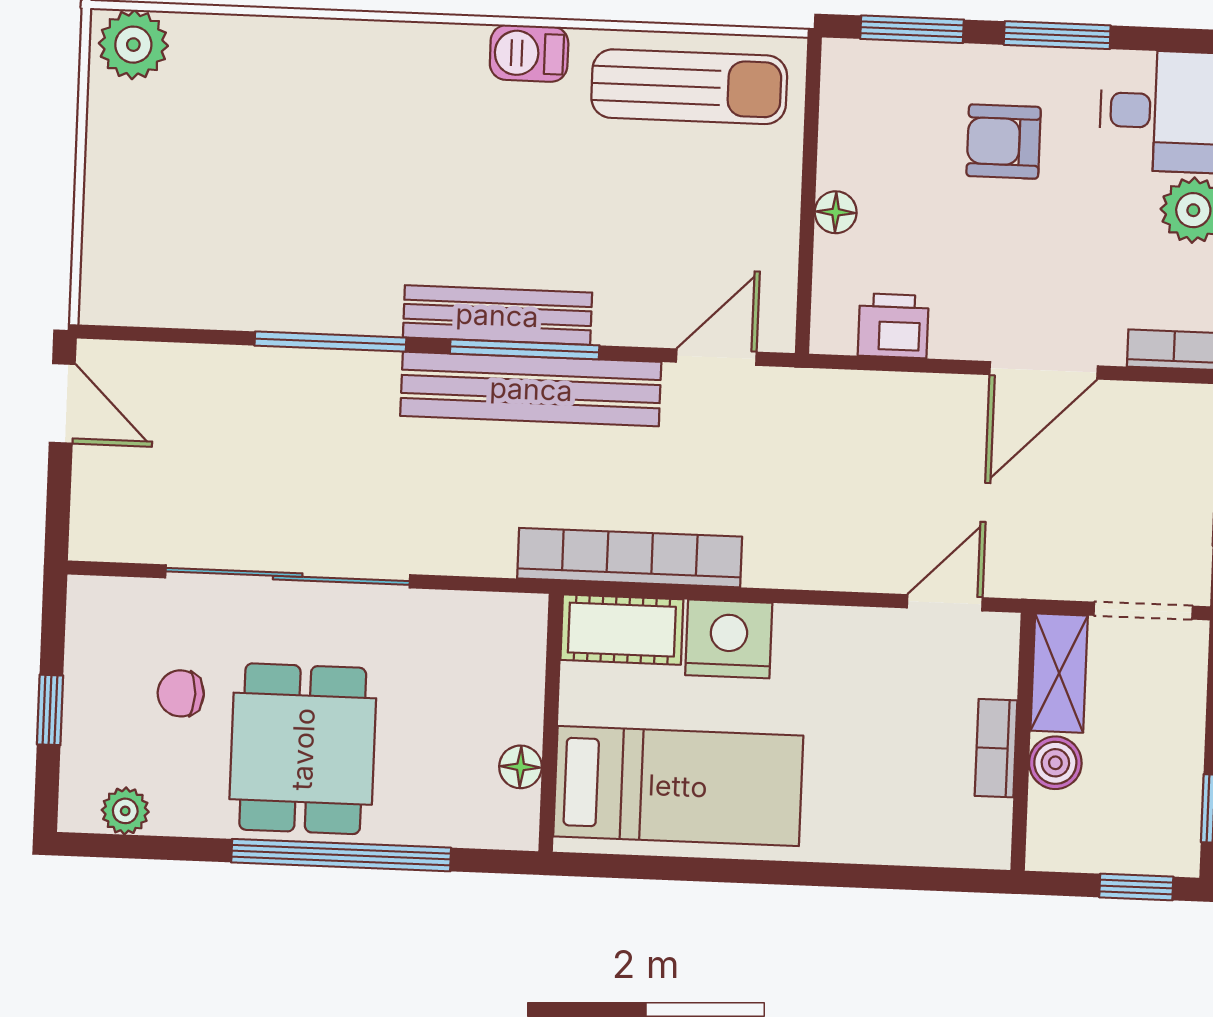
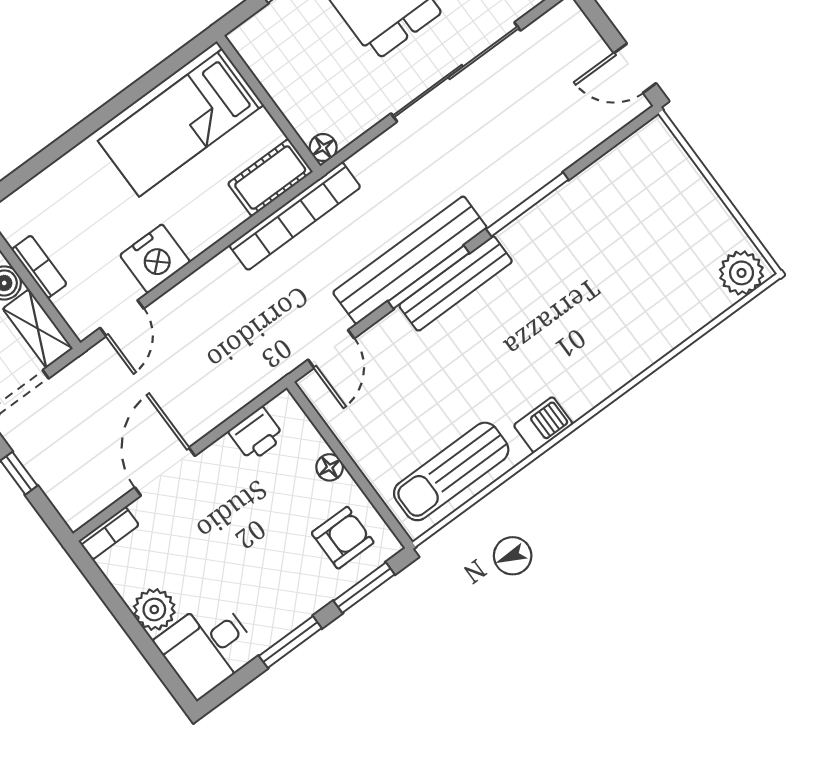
armchair: (1004, 142) -> (343, 538), moved
nightstand: (729, 639) -> (155, 259), moved
floor lamp: (520, 767) -> (323, 147), moved

